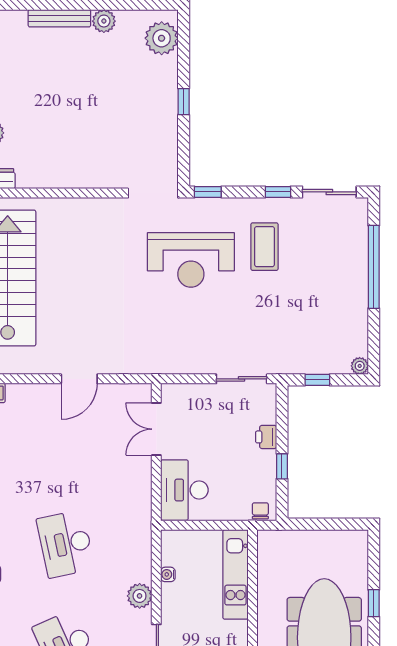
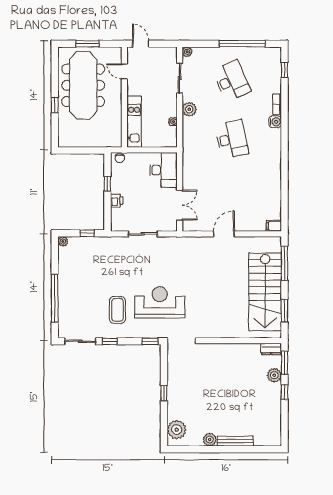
sliding door: (242, 379) -> (143, 234), moved

